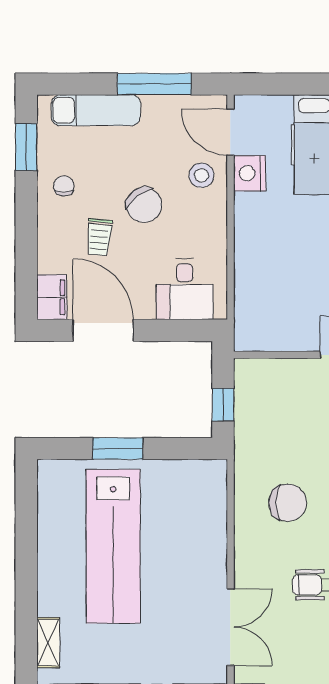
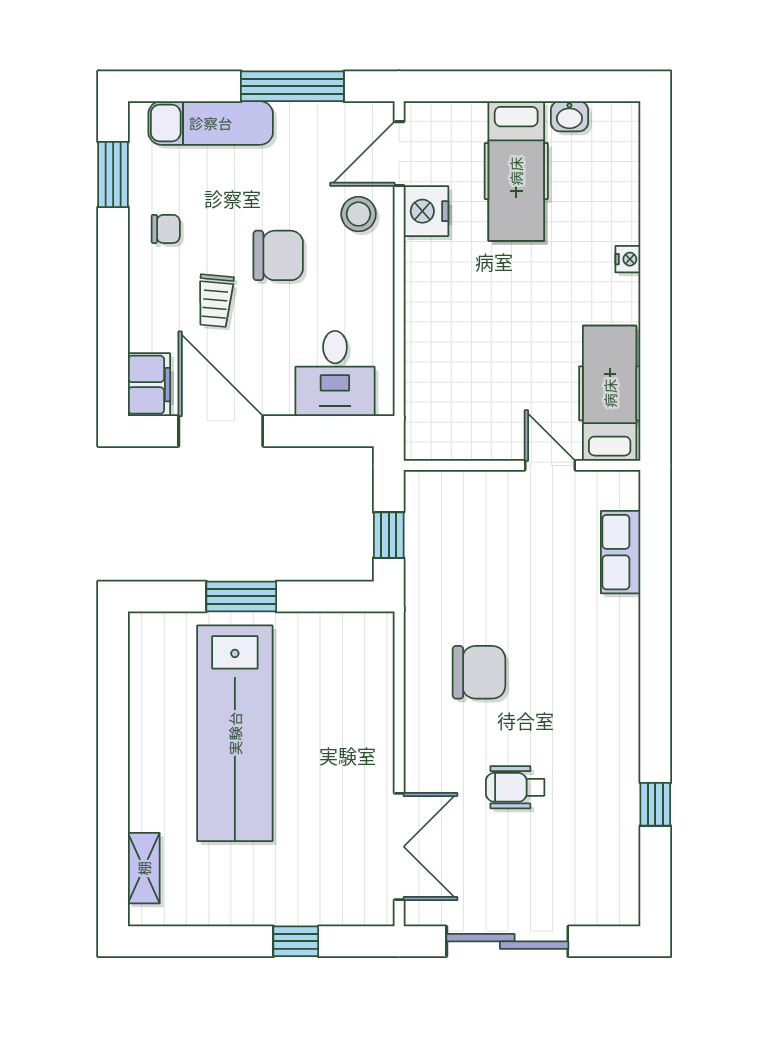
door: (230, 132) -> (399, 154), hinge flipped
chair: (64, 186) -> (166, 229), turned 90
chair: (144, 205) -> (278, 255), turned -52

